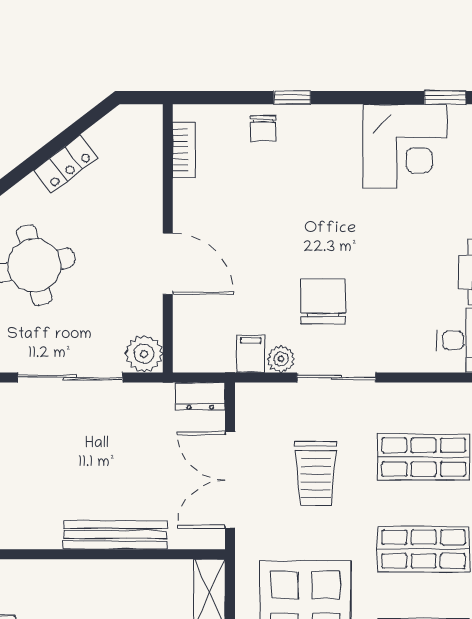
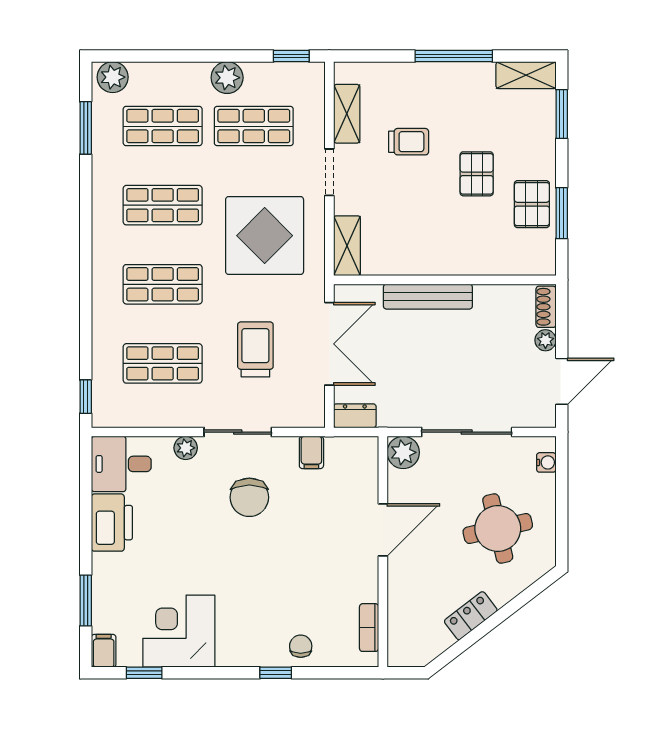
door: (168, 264) -> (383, 530), swing flipped
plant: (281, 359) -> (186, 448), moved

